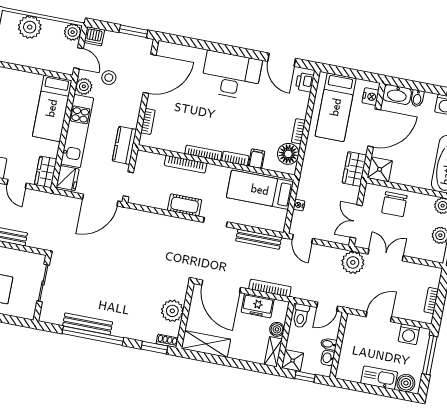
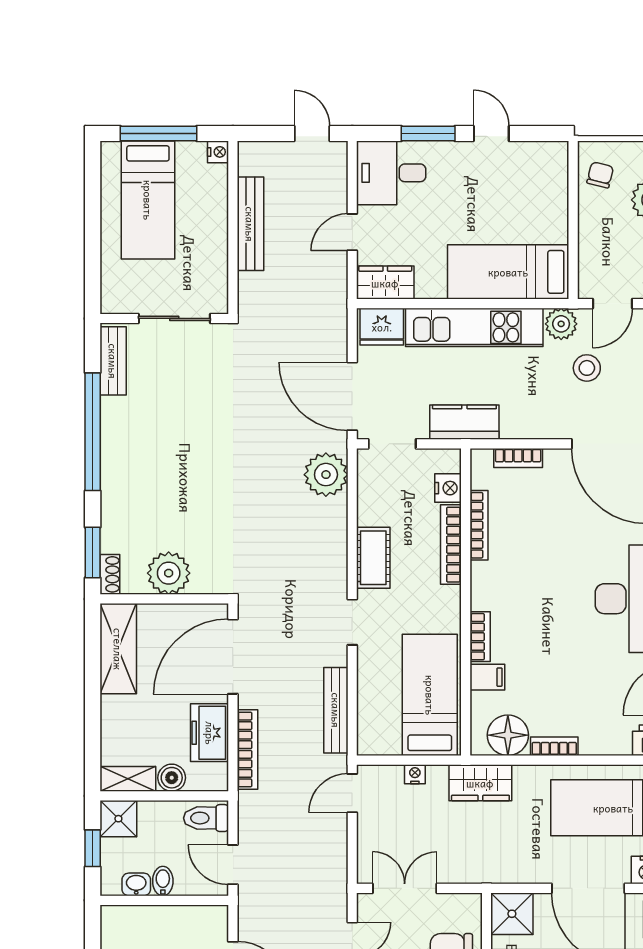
chair: (12, 52) -> (600, 175), added
bookcase: (203, 153) -> (479, 525), moved
nightstand: (156, 160) -> (448, 488), added
wardrobe: (354, 169) -> (480, 783), moved, turned 180
plant: (353, 262) -> (326, 475), moved
bench: (88, 324) -> (113, 361), moved, width x0.73

